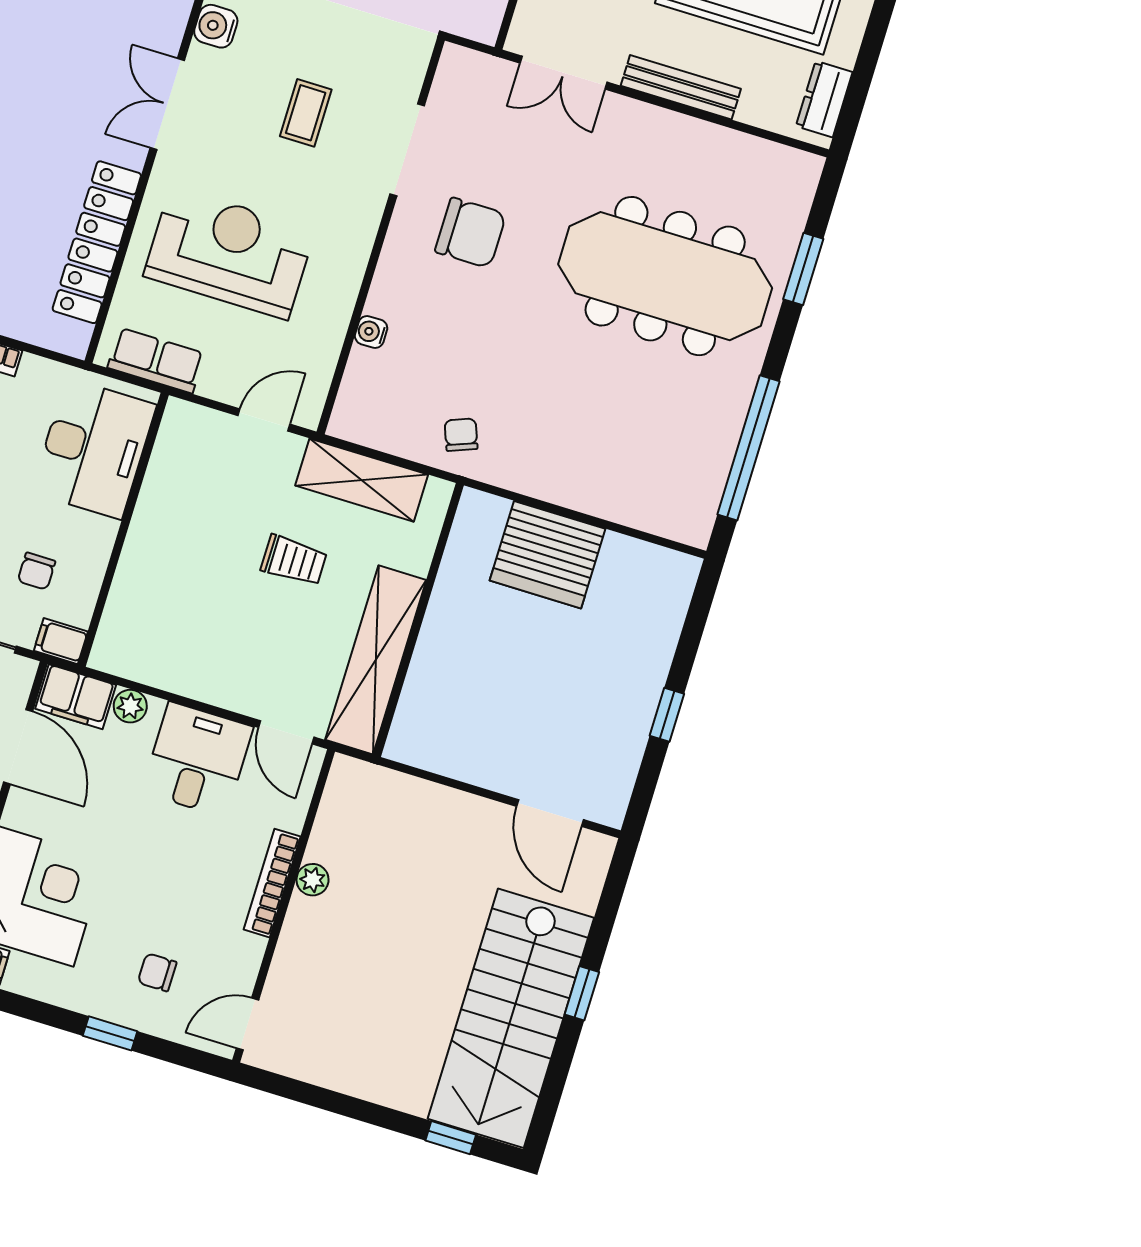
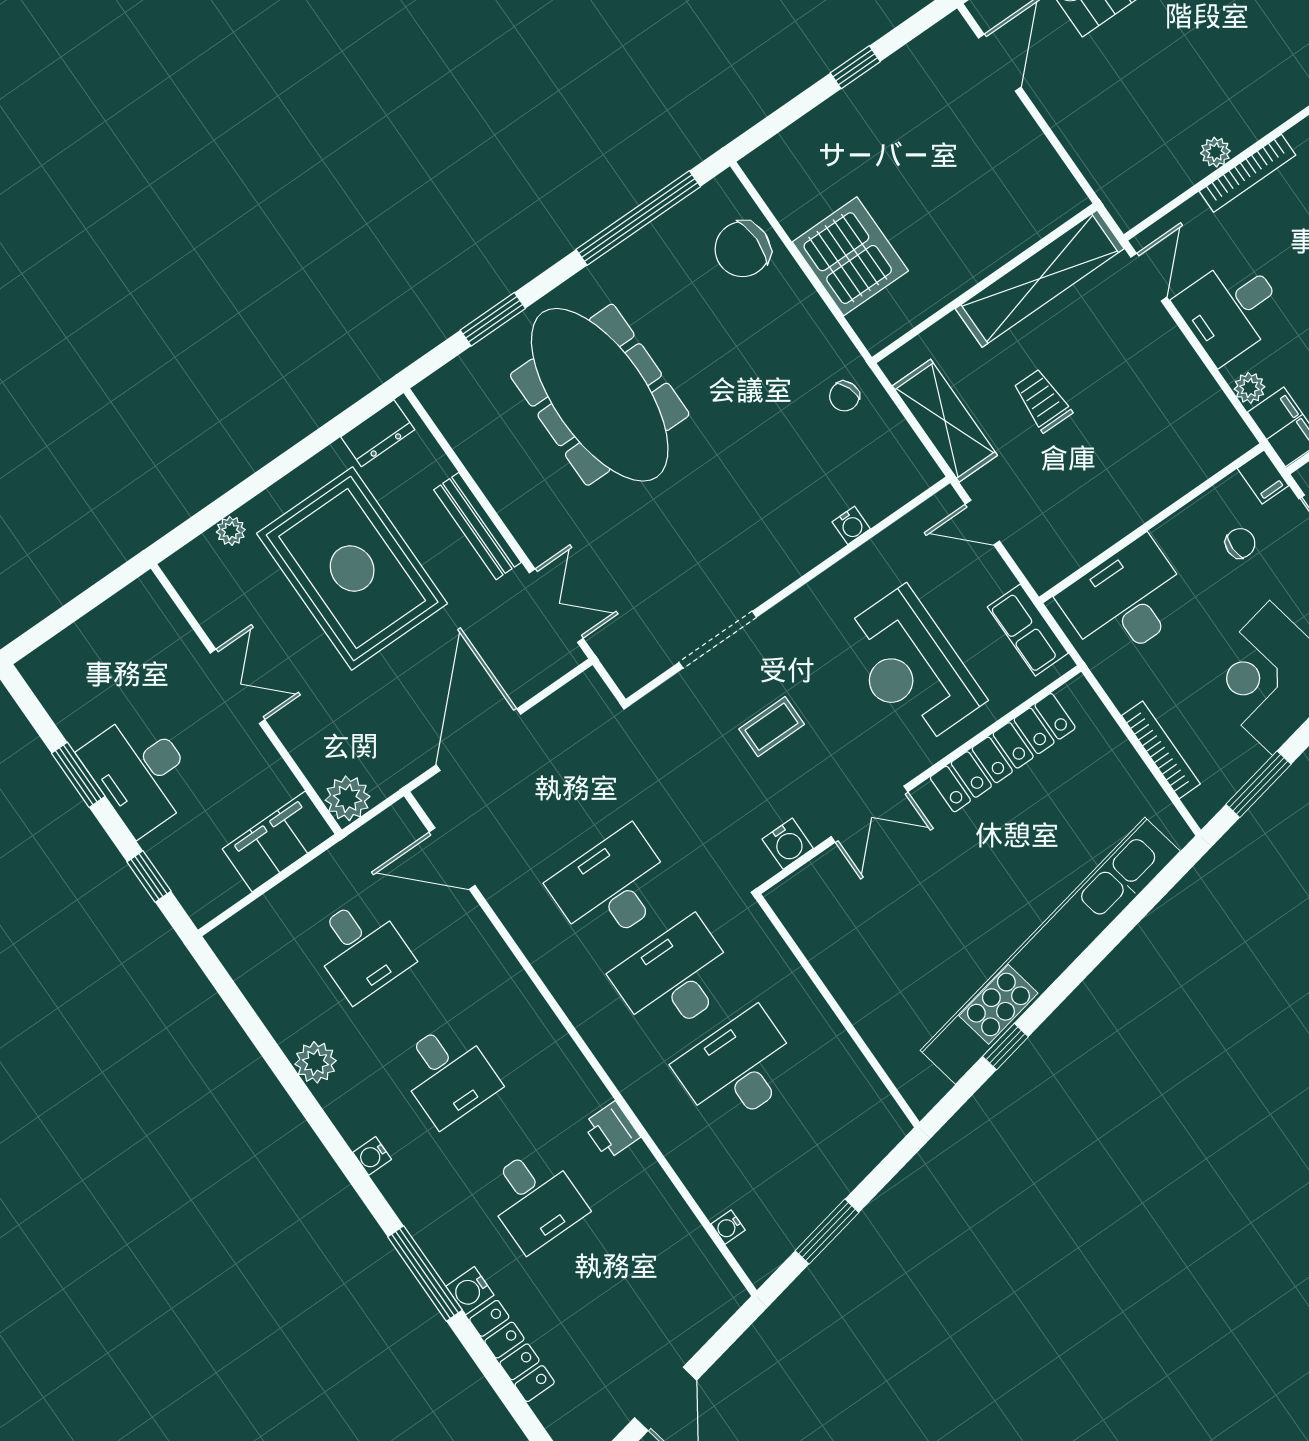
chair: (471, 233) -> (743, 249), moved, turned -90

